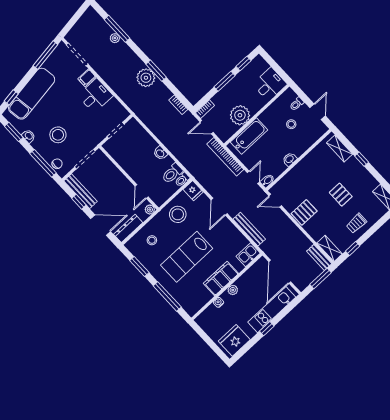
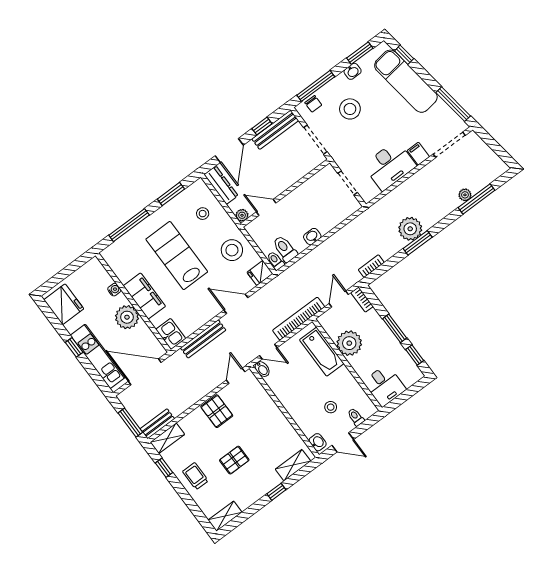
desk: (95, 96) -> (390, 166), width x1.37
washbasin: (290, 159) -> (318, 442), moved
plant: (233, 290) -> (127, 317), width x1.87, depth x1.87

